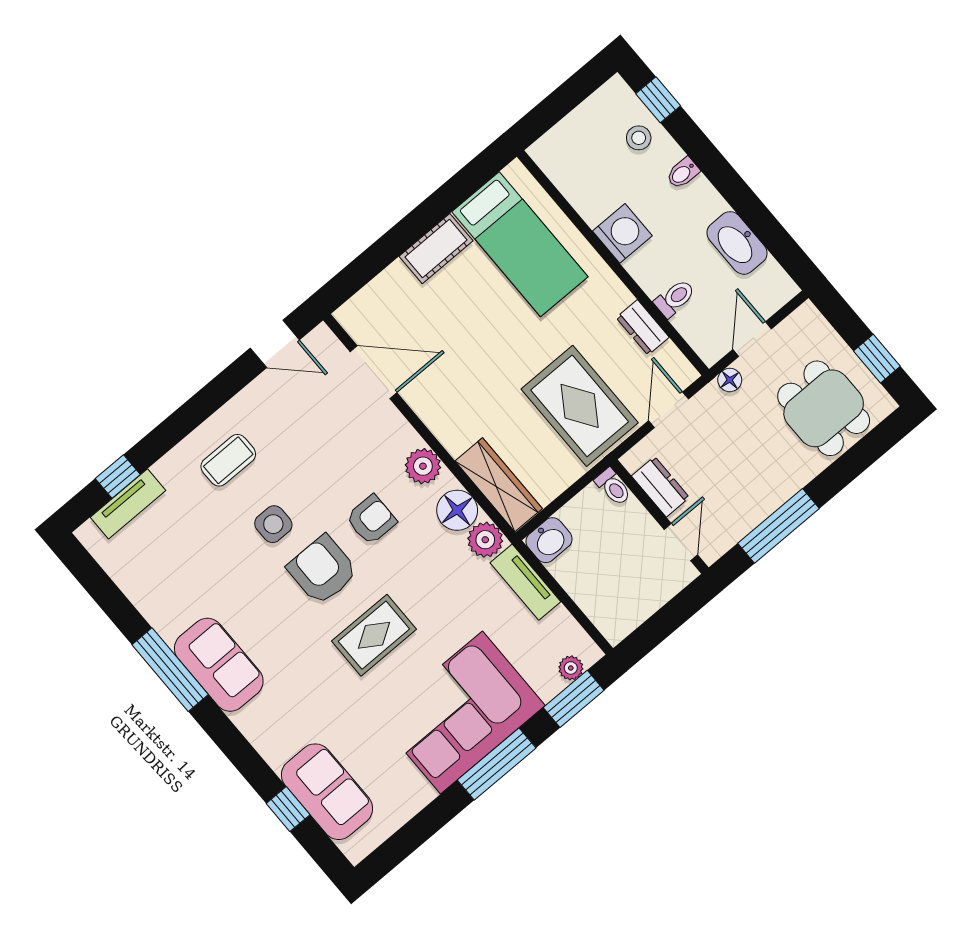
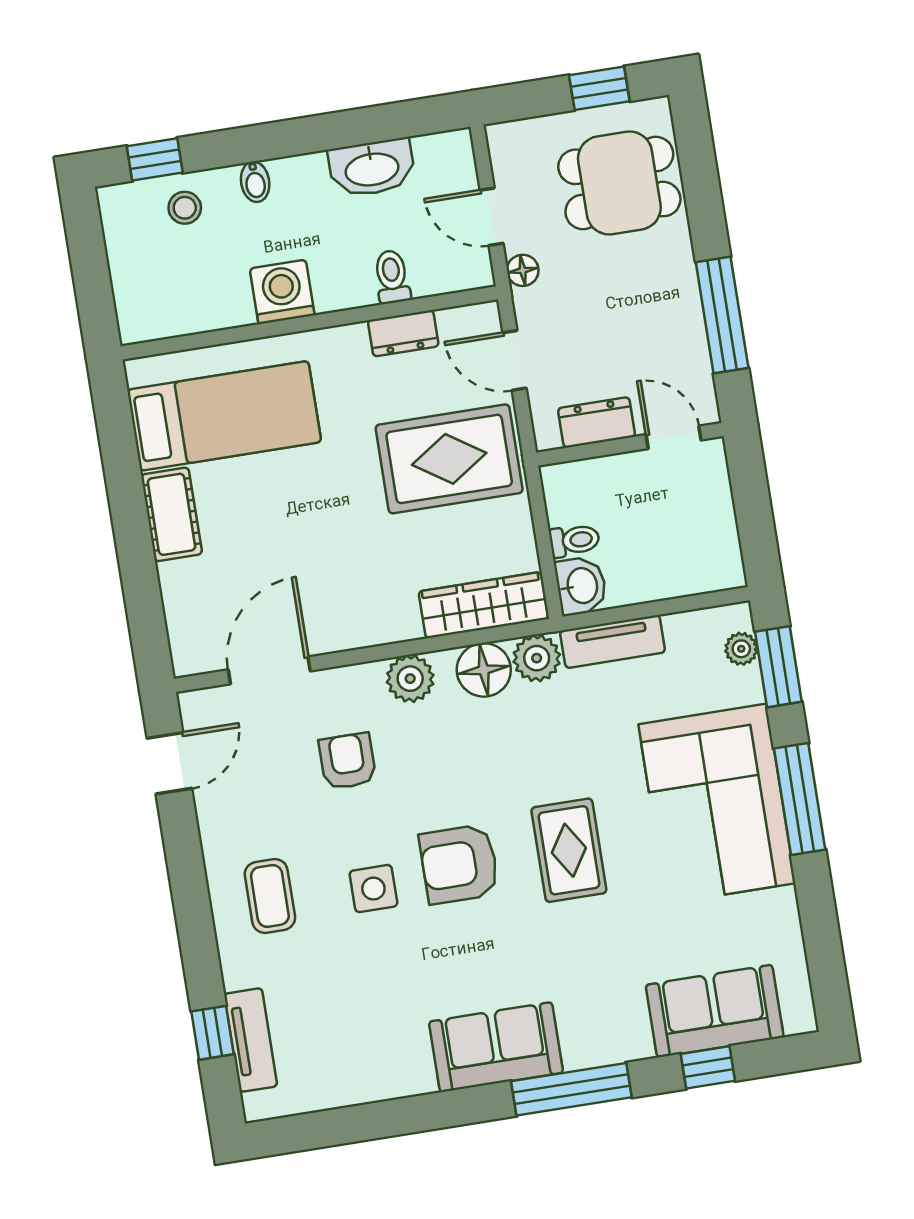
toilet: (613, 487) -> (574, 540), moved
armchair: (371, 520) -> (348, 761), moved
window: (170, 670) -> (571, 1089), moved

